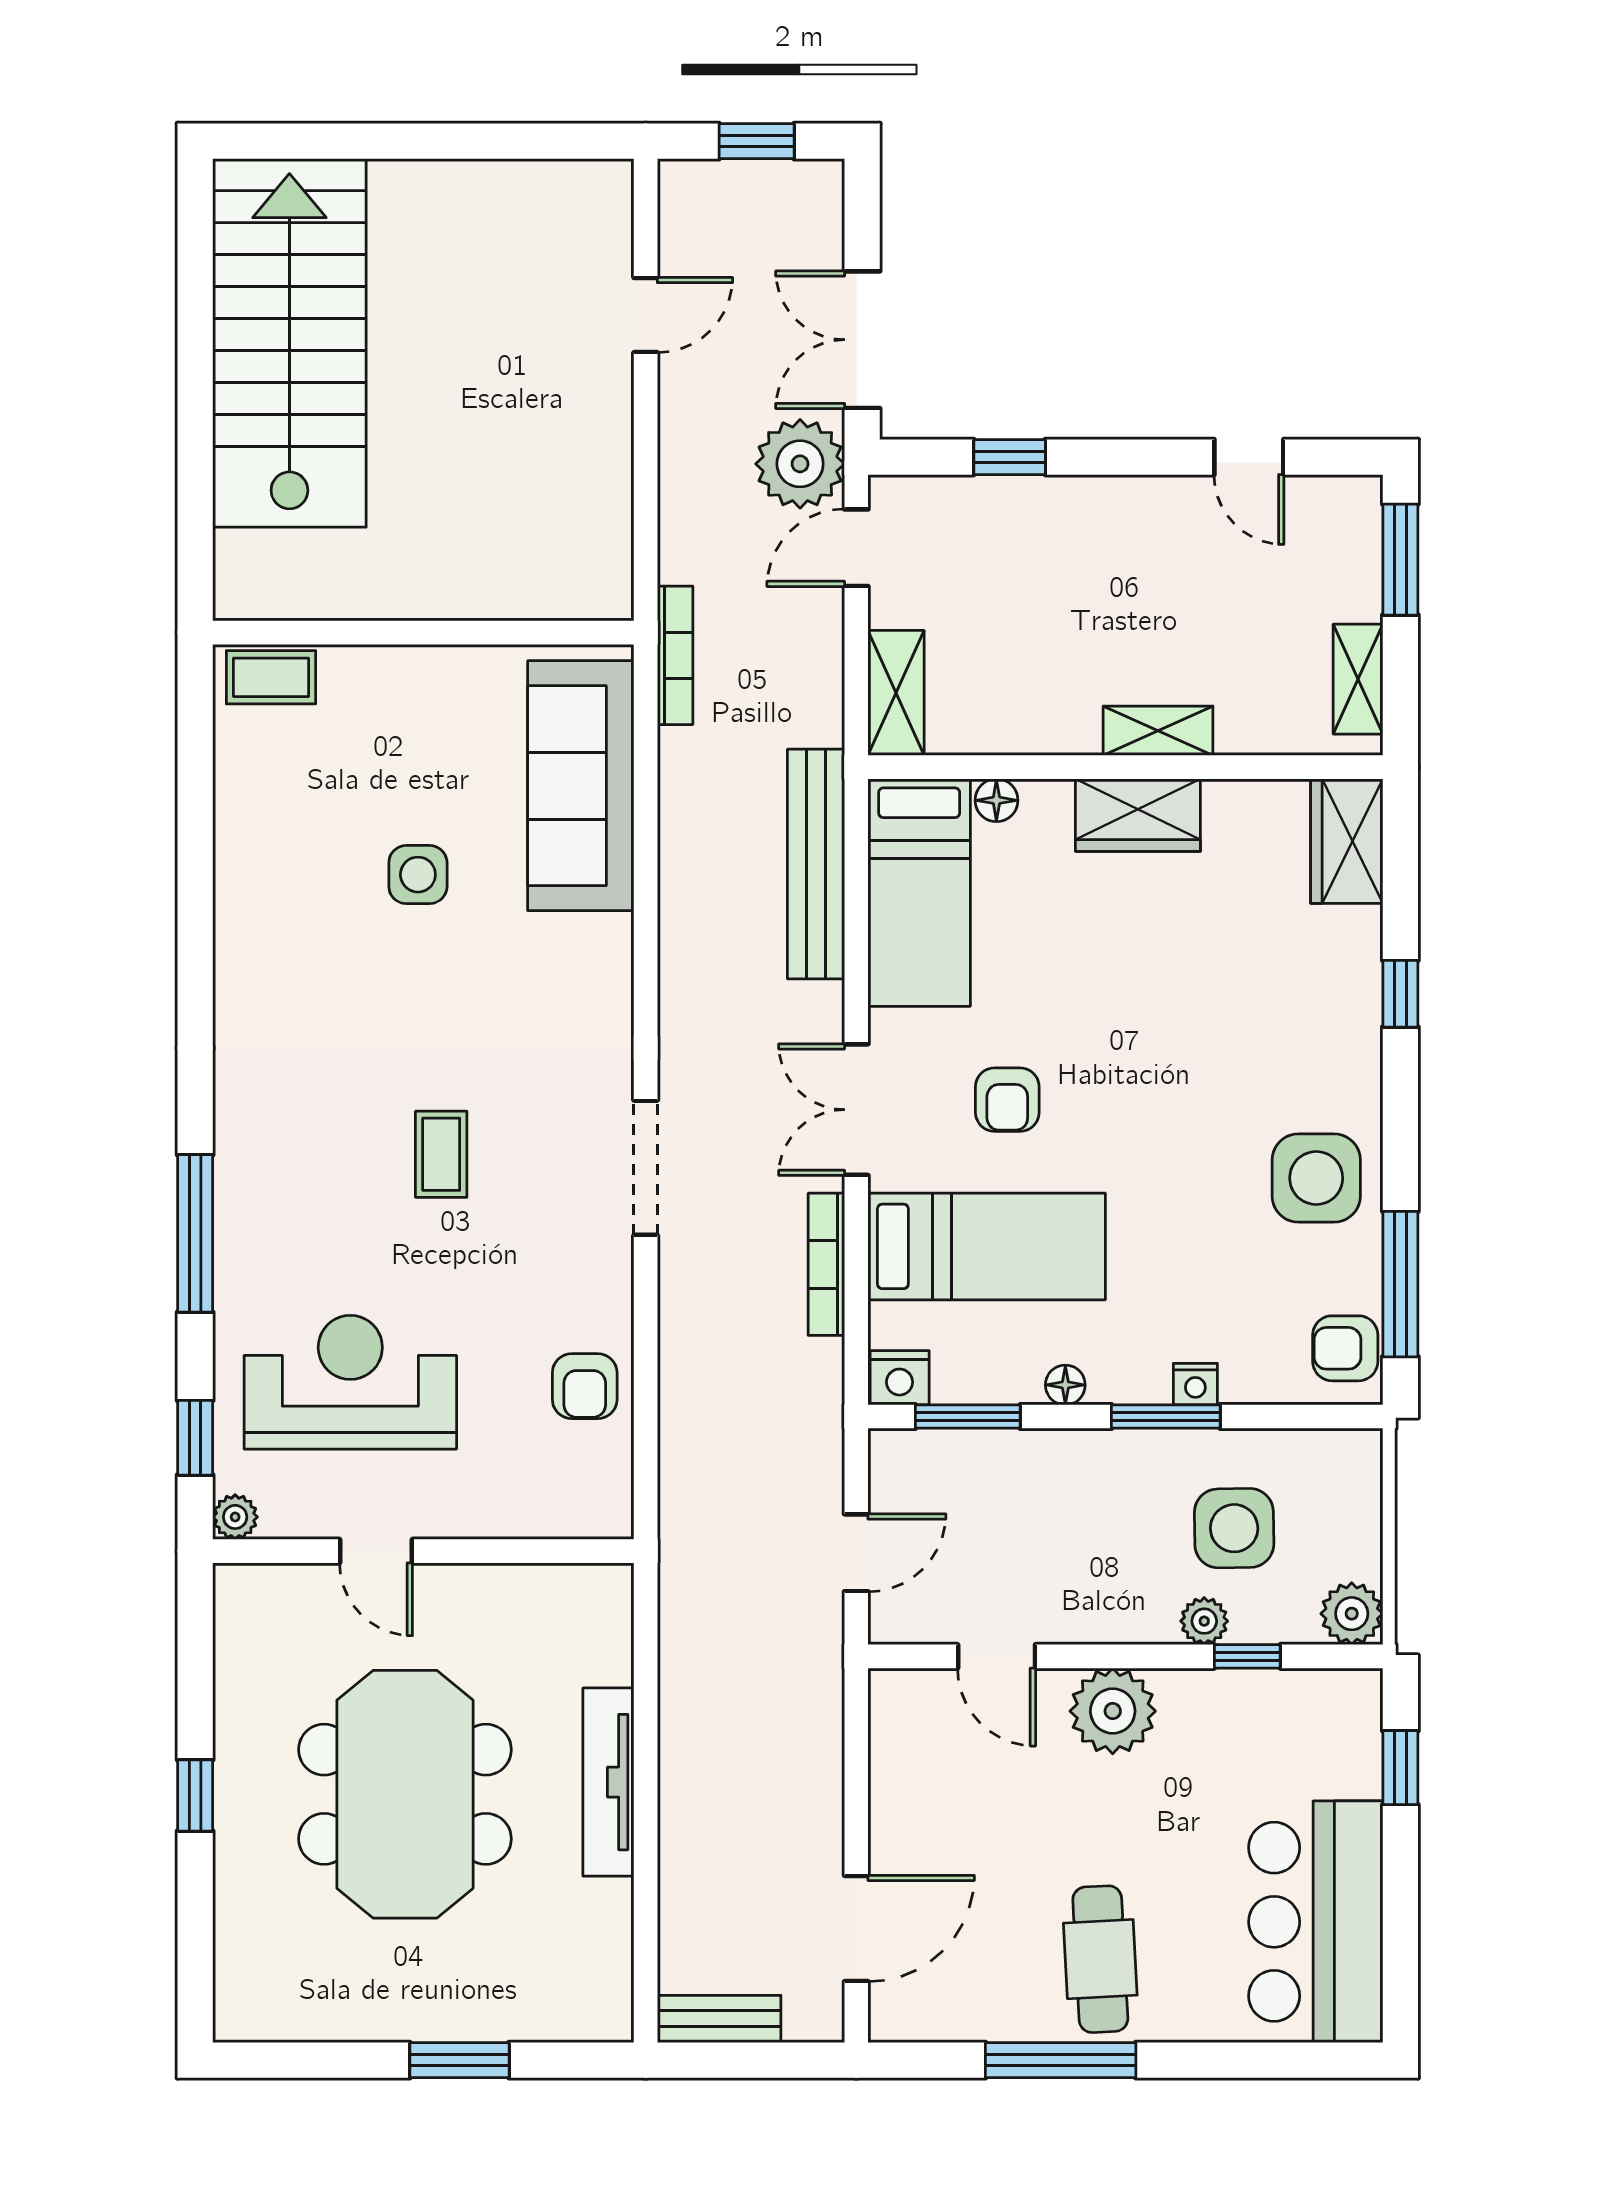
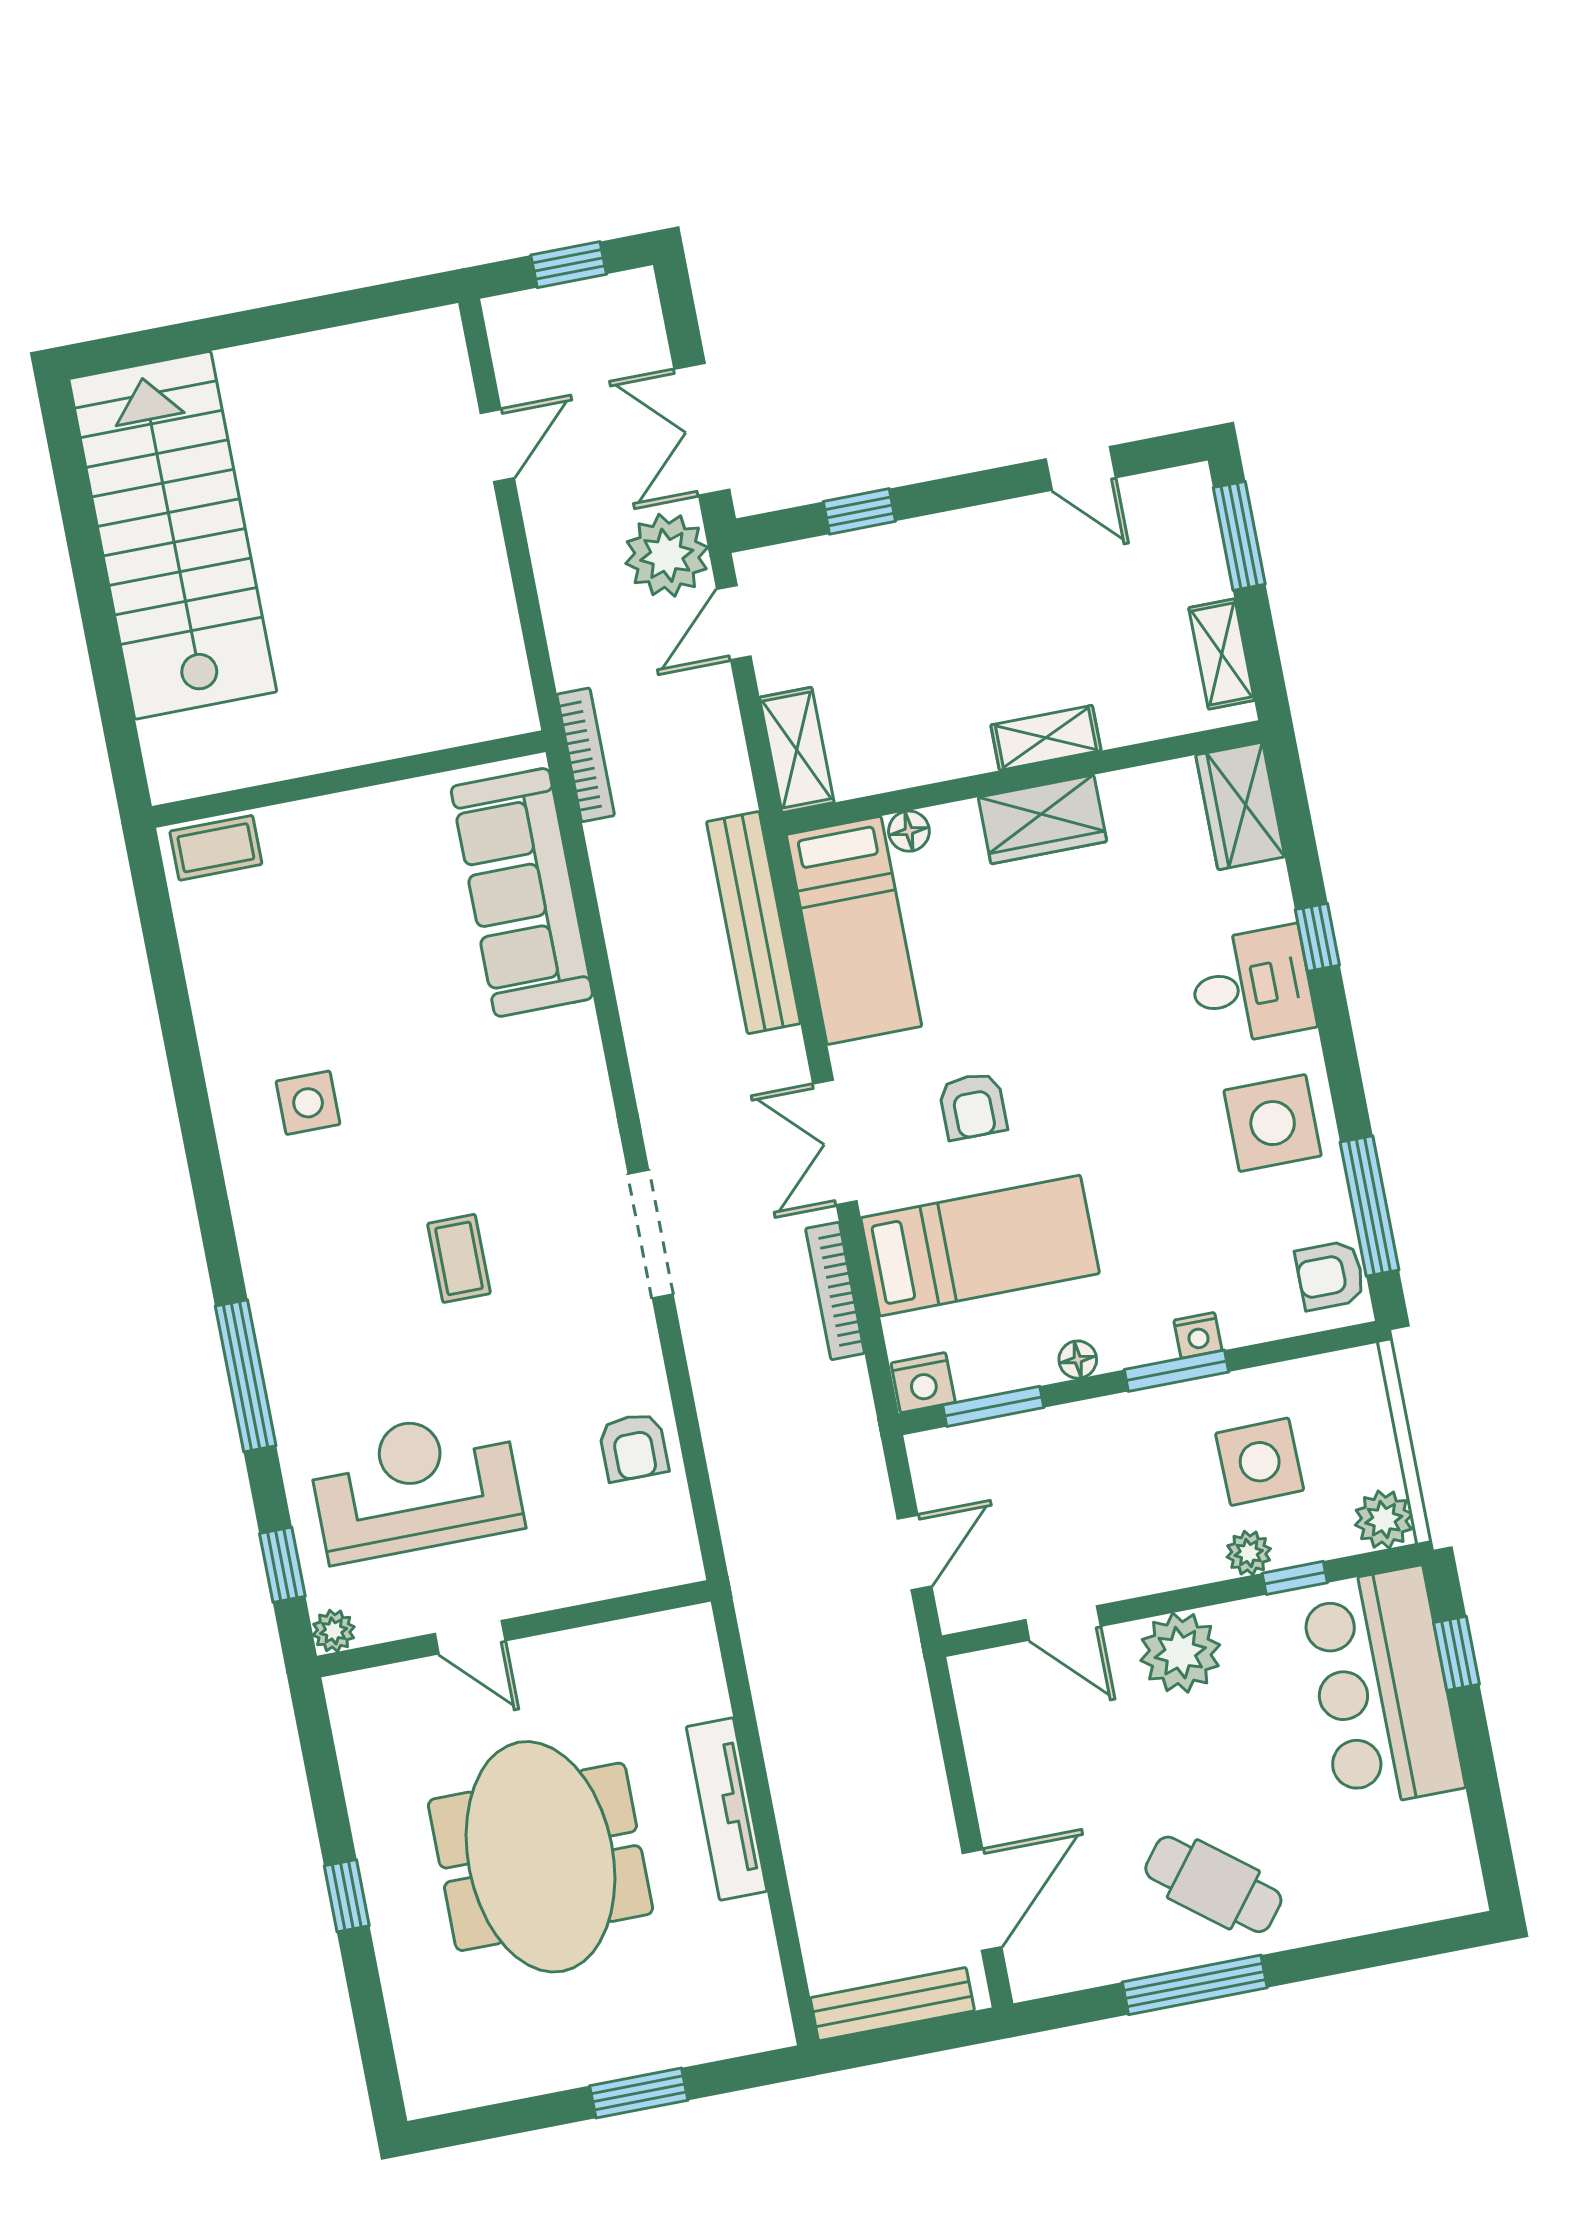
side table: (418, 875) -> (308, 1103), moved
desk: (1322, 1031) -> (1251, 986), added
bar counter: (1316, 1922) -> (1382, 1688), moved
cafe table: (1100, 1959) -> (1213, 1884), turned -49
bench: (719, 2019) -> (892, 2004), width x1.36

